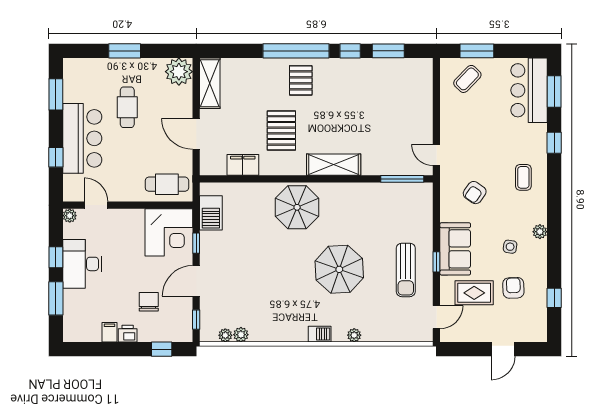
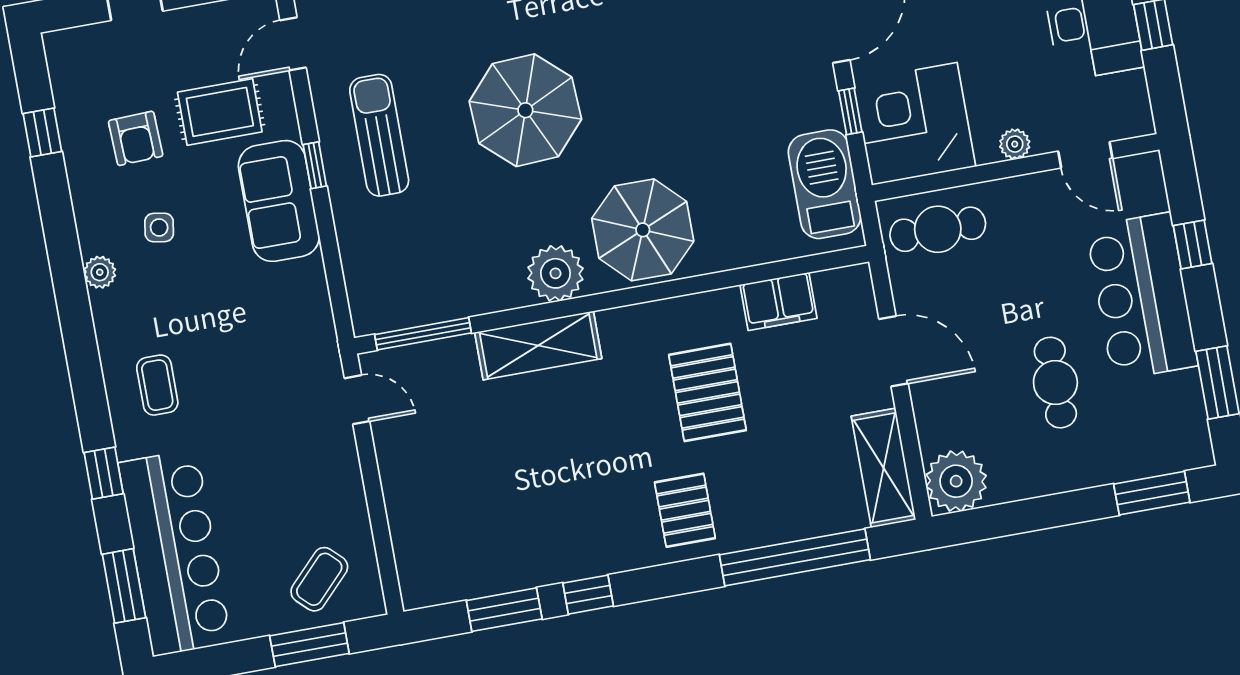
window: (125, 51) -> (1152, 493), moved
window: (296, 51) -> (795, 557), moved
bar counter: (529, 90) -> (175, 553), width x1.36
shelving: (334, 165) -> (538, 345), moved
armchair: (475, 193) -> (258, 332), removed
plant: (339, 195) -> (555, 273), added
barbecue: (211, 213) -> (825, 184), width x1.37, depth x1.21
plant: (70, 216) -> (1015, 144), moved

